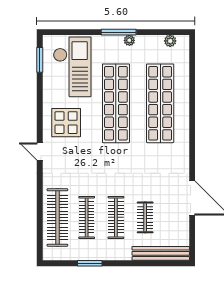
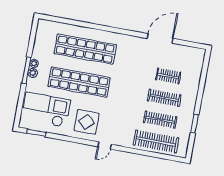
plant: (170, 41) -> (33, 73), moved
bench: (161, 253) -> (197, 69), removed

